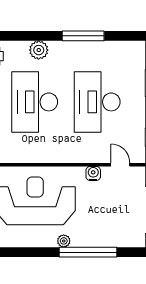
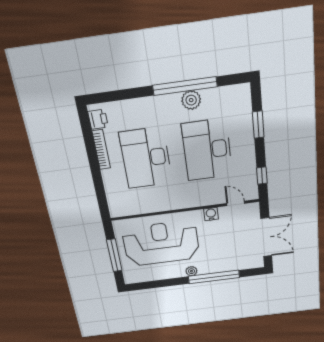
window: (83, 36) -> (185, 86), width x1.46
plant: (39, 50) -> (191, 100), moved

